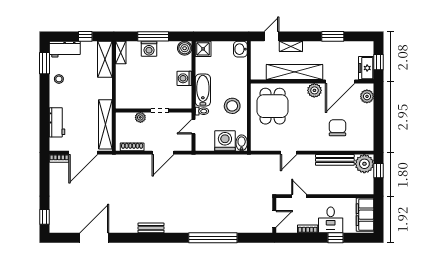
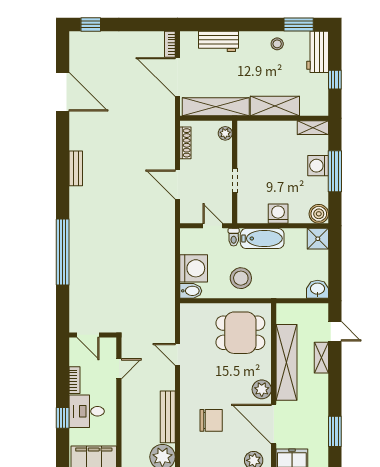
window: (333, 36) -> (335, 431), moved
shelving: (105, 59) -> (275, 106), moved
plant: (140, 117) -> (225, 133), moved

